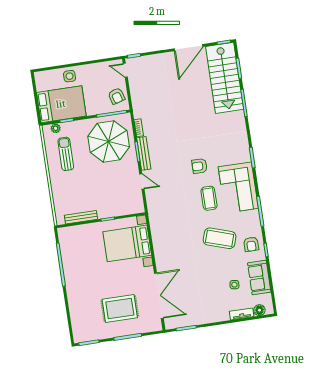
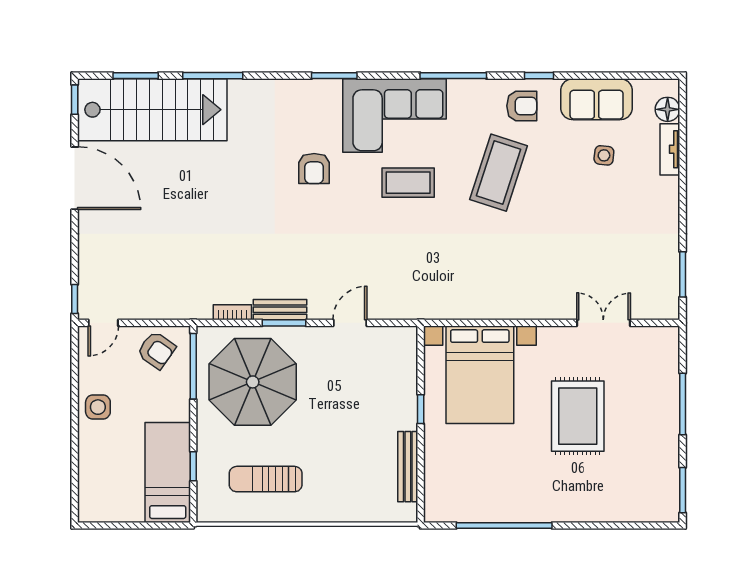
side table: (70, 76) -> (98, 407), moved
armchair: (116, 96) -> (156, 350), turned 51
bed: (61, 104) -> (168, 473), width x0.67
plant: (56, 128) -> (207, 493), removed
bench: (144, 153) -> (280, 310), width x0.73
armchair: (199, 166) -> (314, 168), moved
double door: (159, 296) -> (603, 323), width x0.54
rug: (120, 309) -> (578, 416), moved

